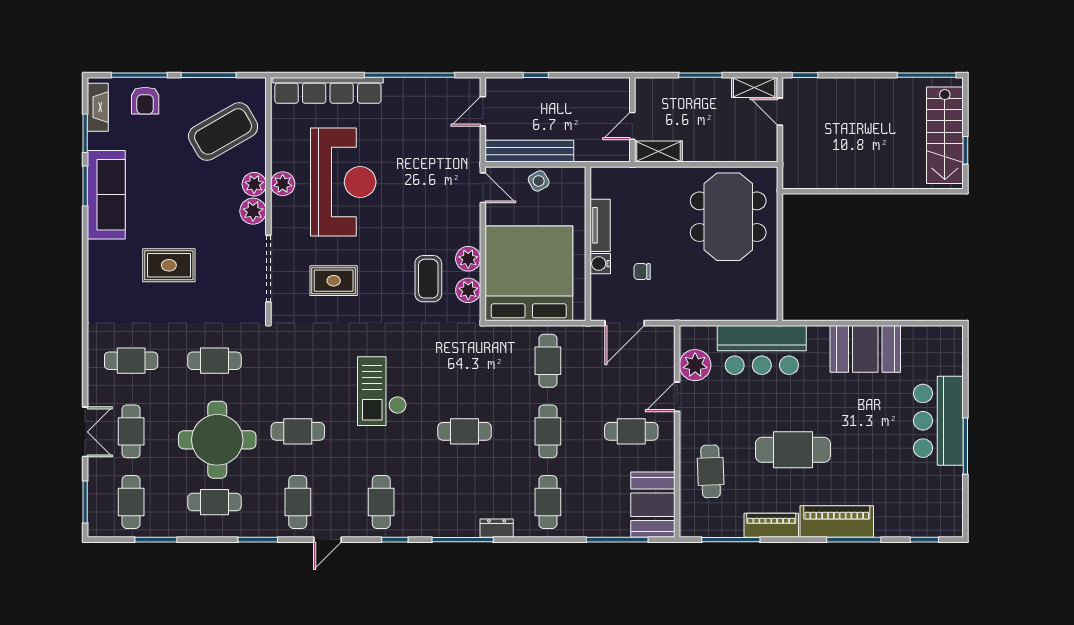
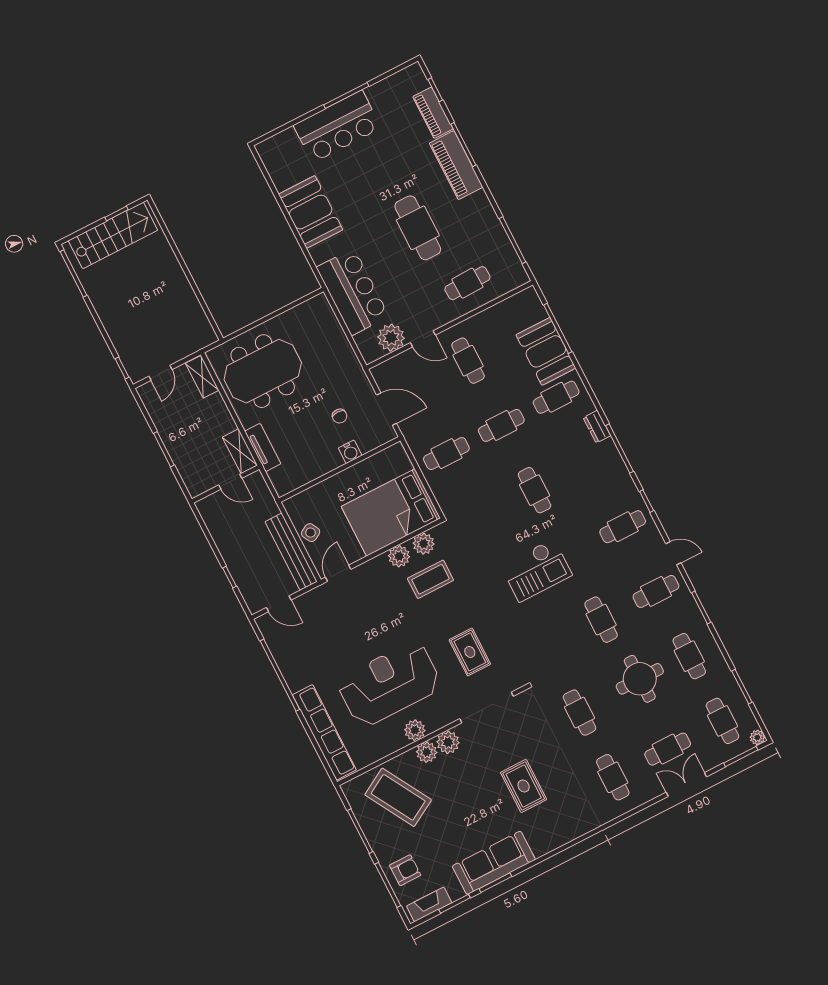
shelving: (754, 87) -> (202, 377), moved
tv unit: (600, 225) -> (263, 447), moved, turned 90
bed: (529, 273) -> (391, 512), width x0.73
round table: (217, 440) -> (640, 679), width x0.73, depth x0.73
cafe table: (131, 502) -> (723, 721), turned 90
booth: (653, 505) -> (546, 351), moved, turned 90
piano: (771, 525) -> (433, 113), moved
plant: (96, 529) -> (757, 737), added

